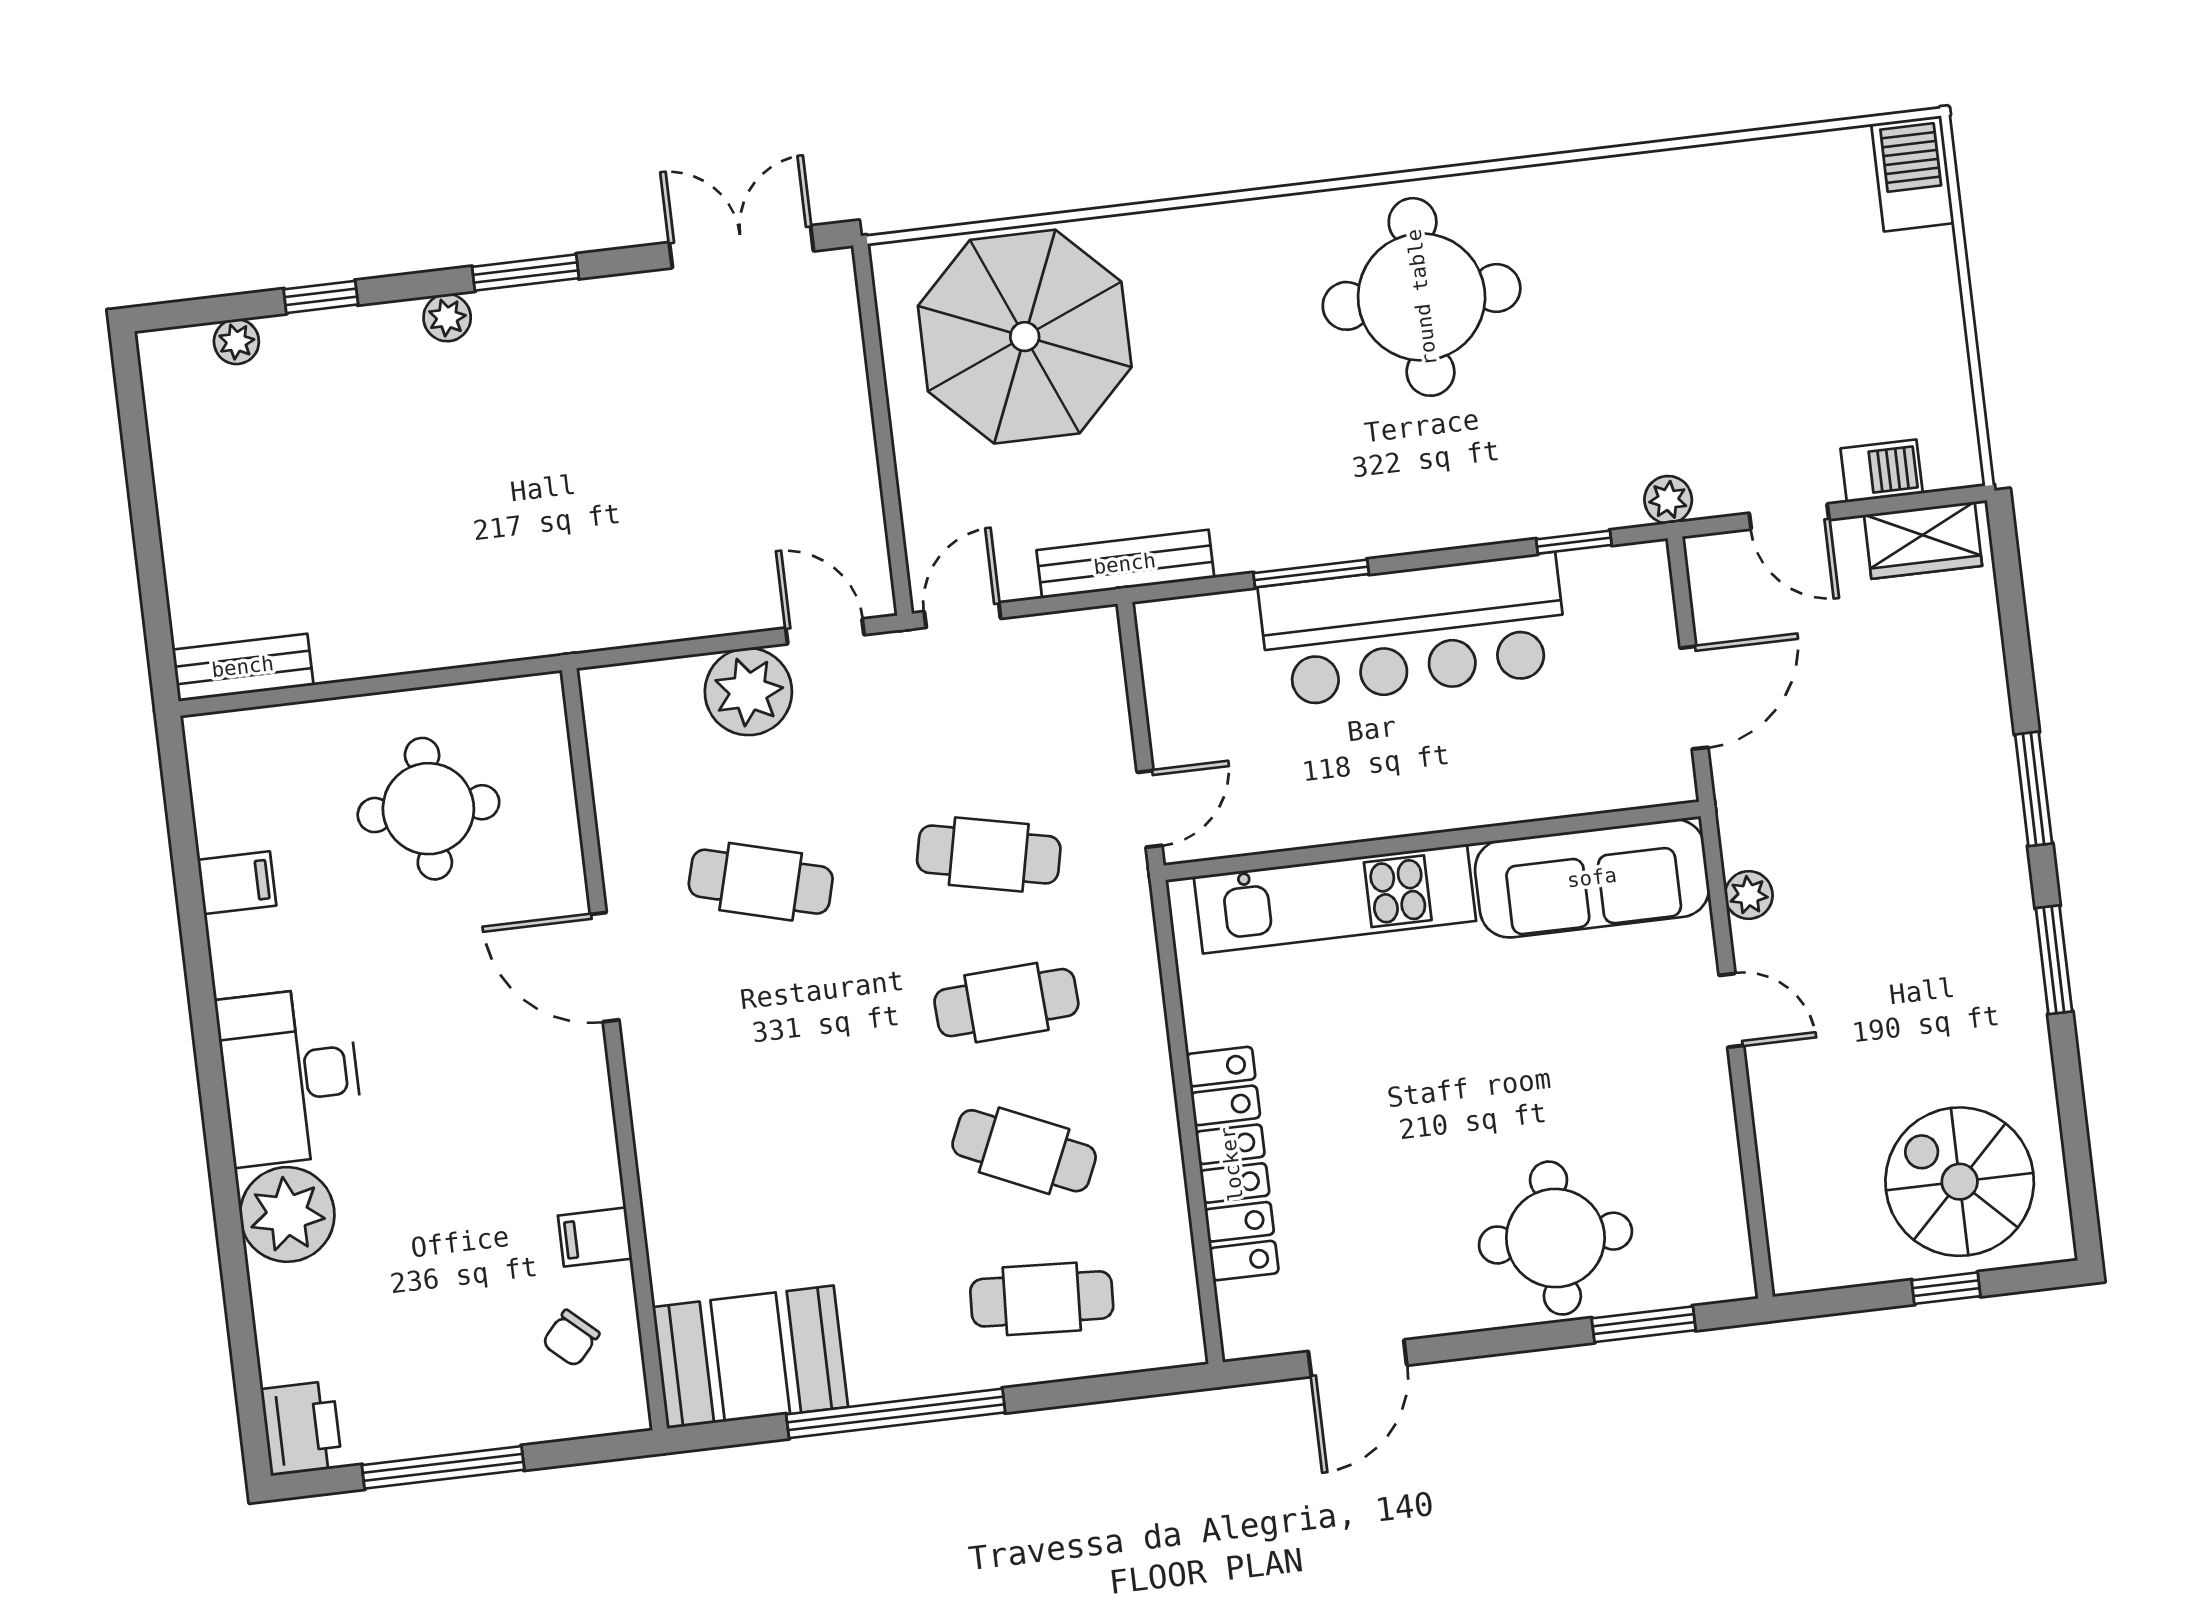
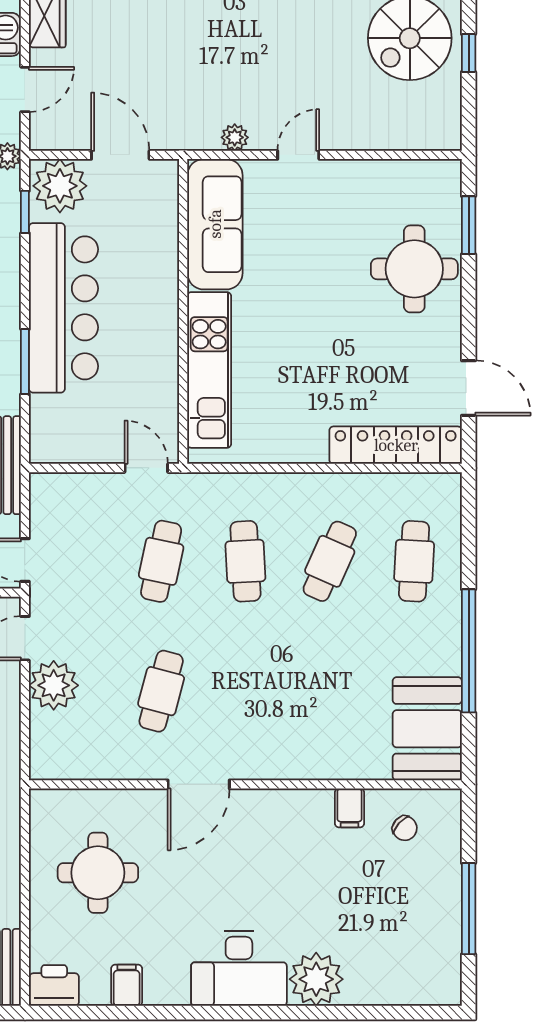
plant: (1627, 598) -> (60, 186), added
locker: (1232, 1164) -> (396, 445), moved
printer: (301, 1428) -> (54, 985), moved

